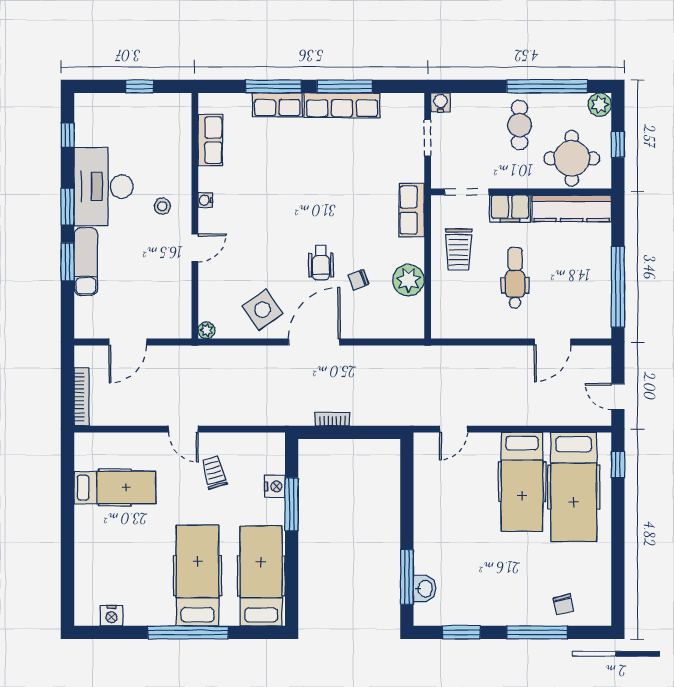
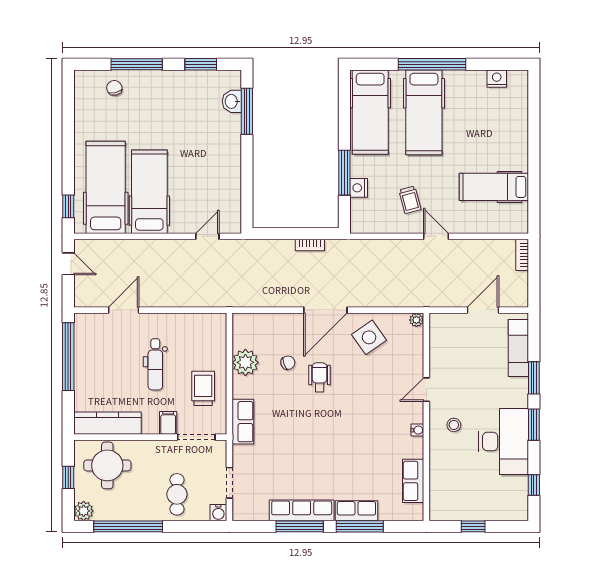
cafe table: (520, 125) -> (177, 494), moved
filing cabinet: (510, 209) -> (168, 423), width x0.50
exam couch: (86, 261) -> (518, 348), moved
bookcase: (81, 397) -> (522, 255), width x0.64

